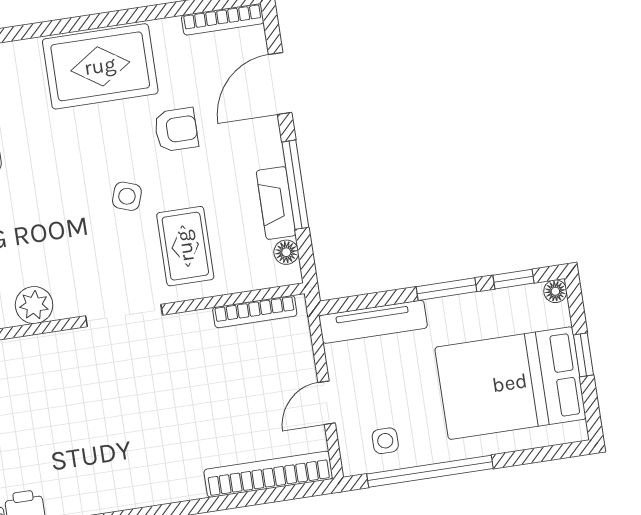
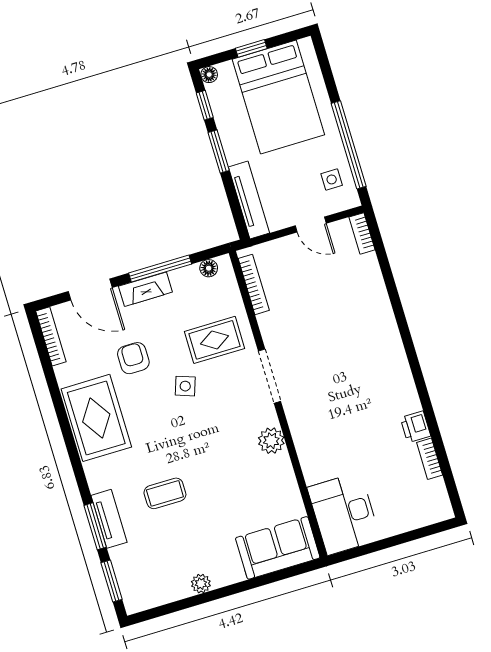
fireplace: (276, 203) -> (145, 289), moved
bookcase: (268, 474) -> (362, 233), width x0.43, depth x0.76

